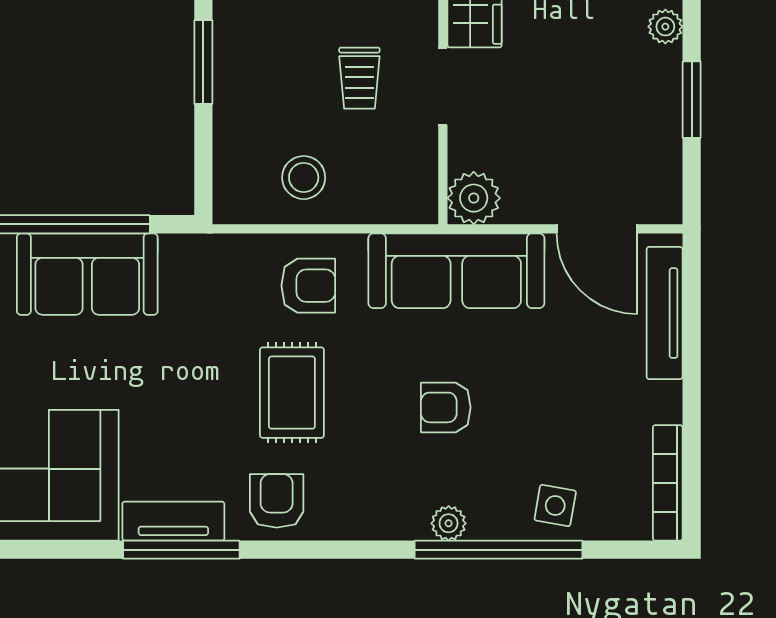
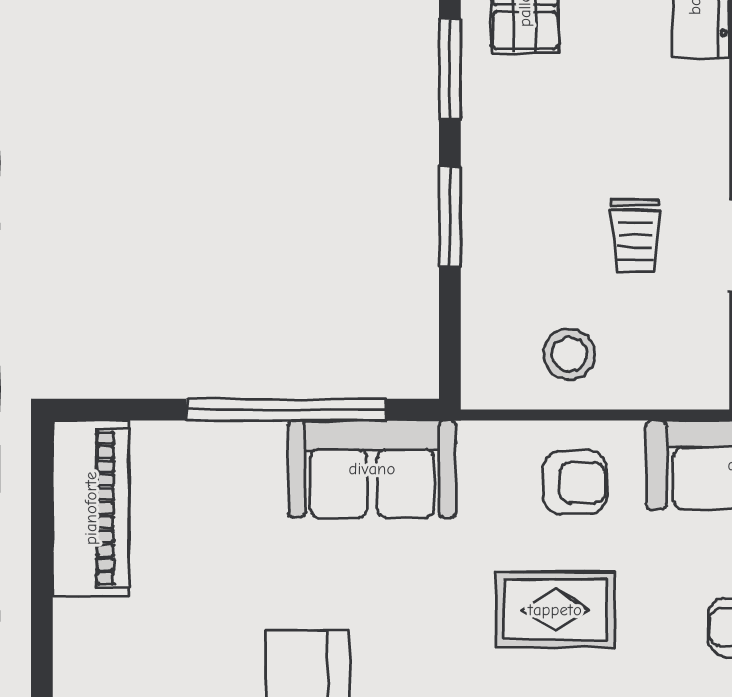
sofa: (87, 274) -> (372, 469), moved
rug: (292, 393) -> (555, 610), turned 90

